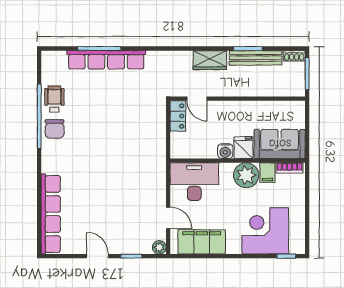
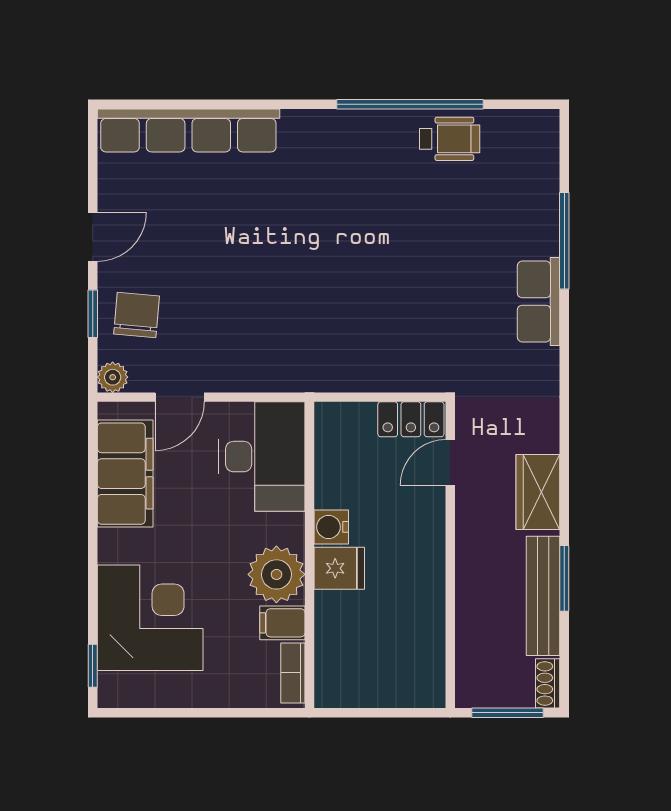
row of seats: (106, 60) -> (539, 301), width x0.50
chair: (55, 129) -> (137, 315), moved, turned 95
sofa: (280, 144) -> (348, 650), removed

